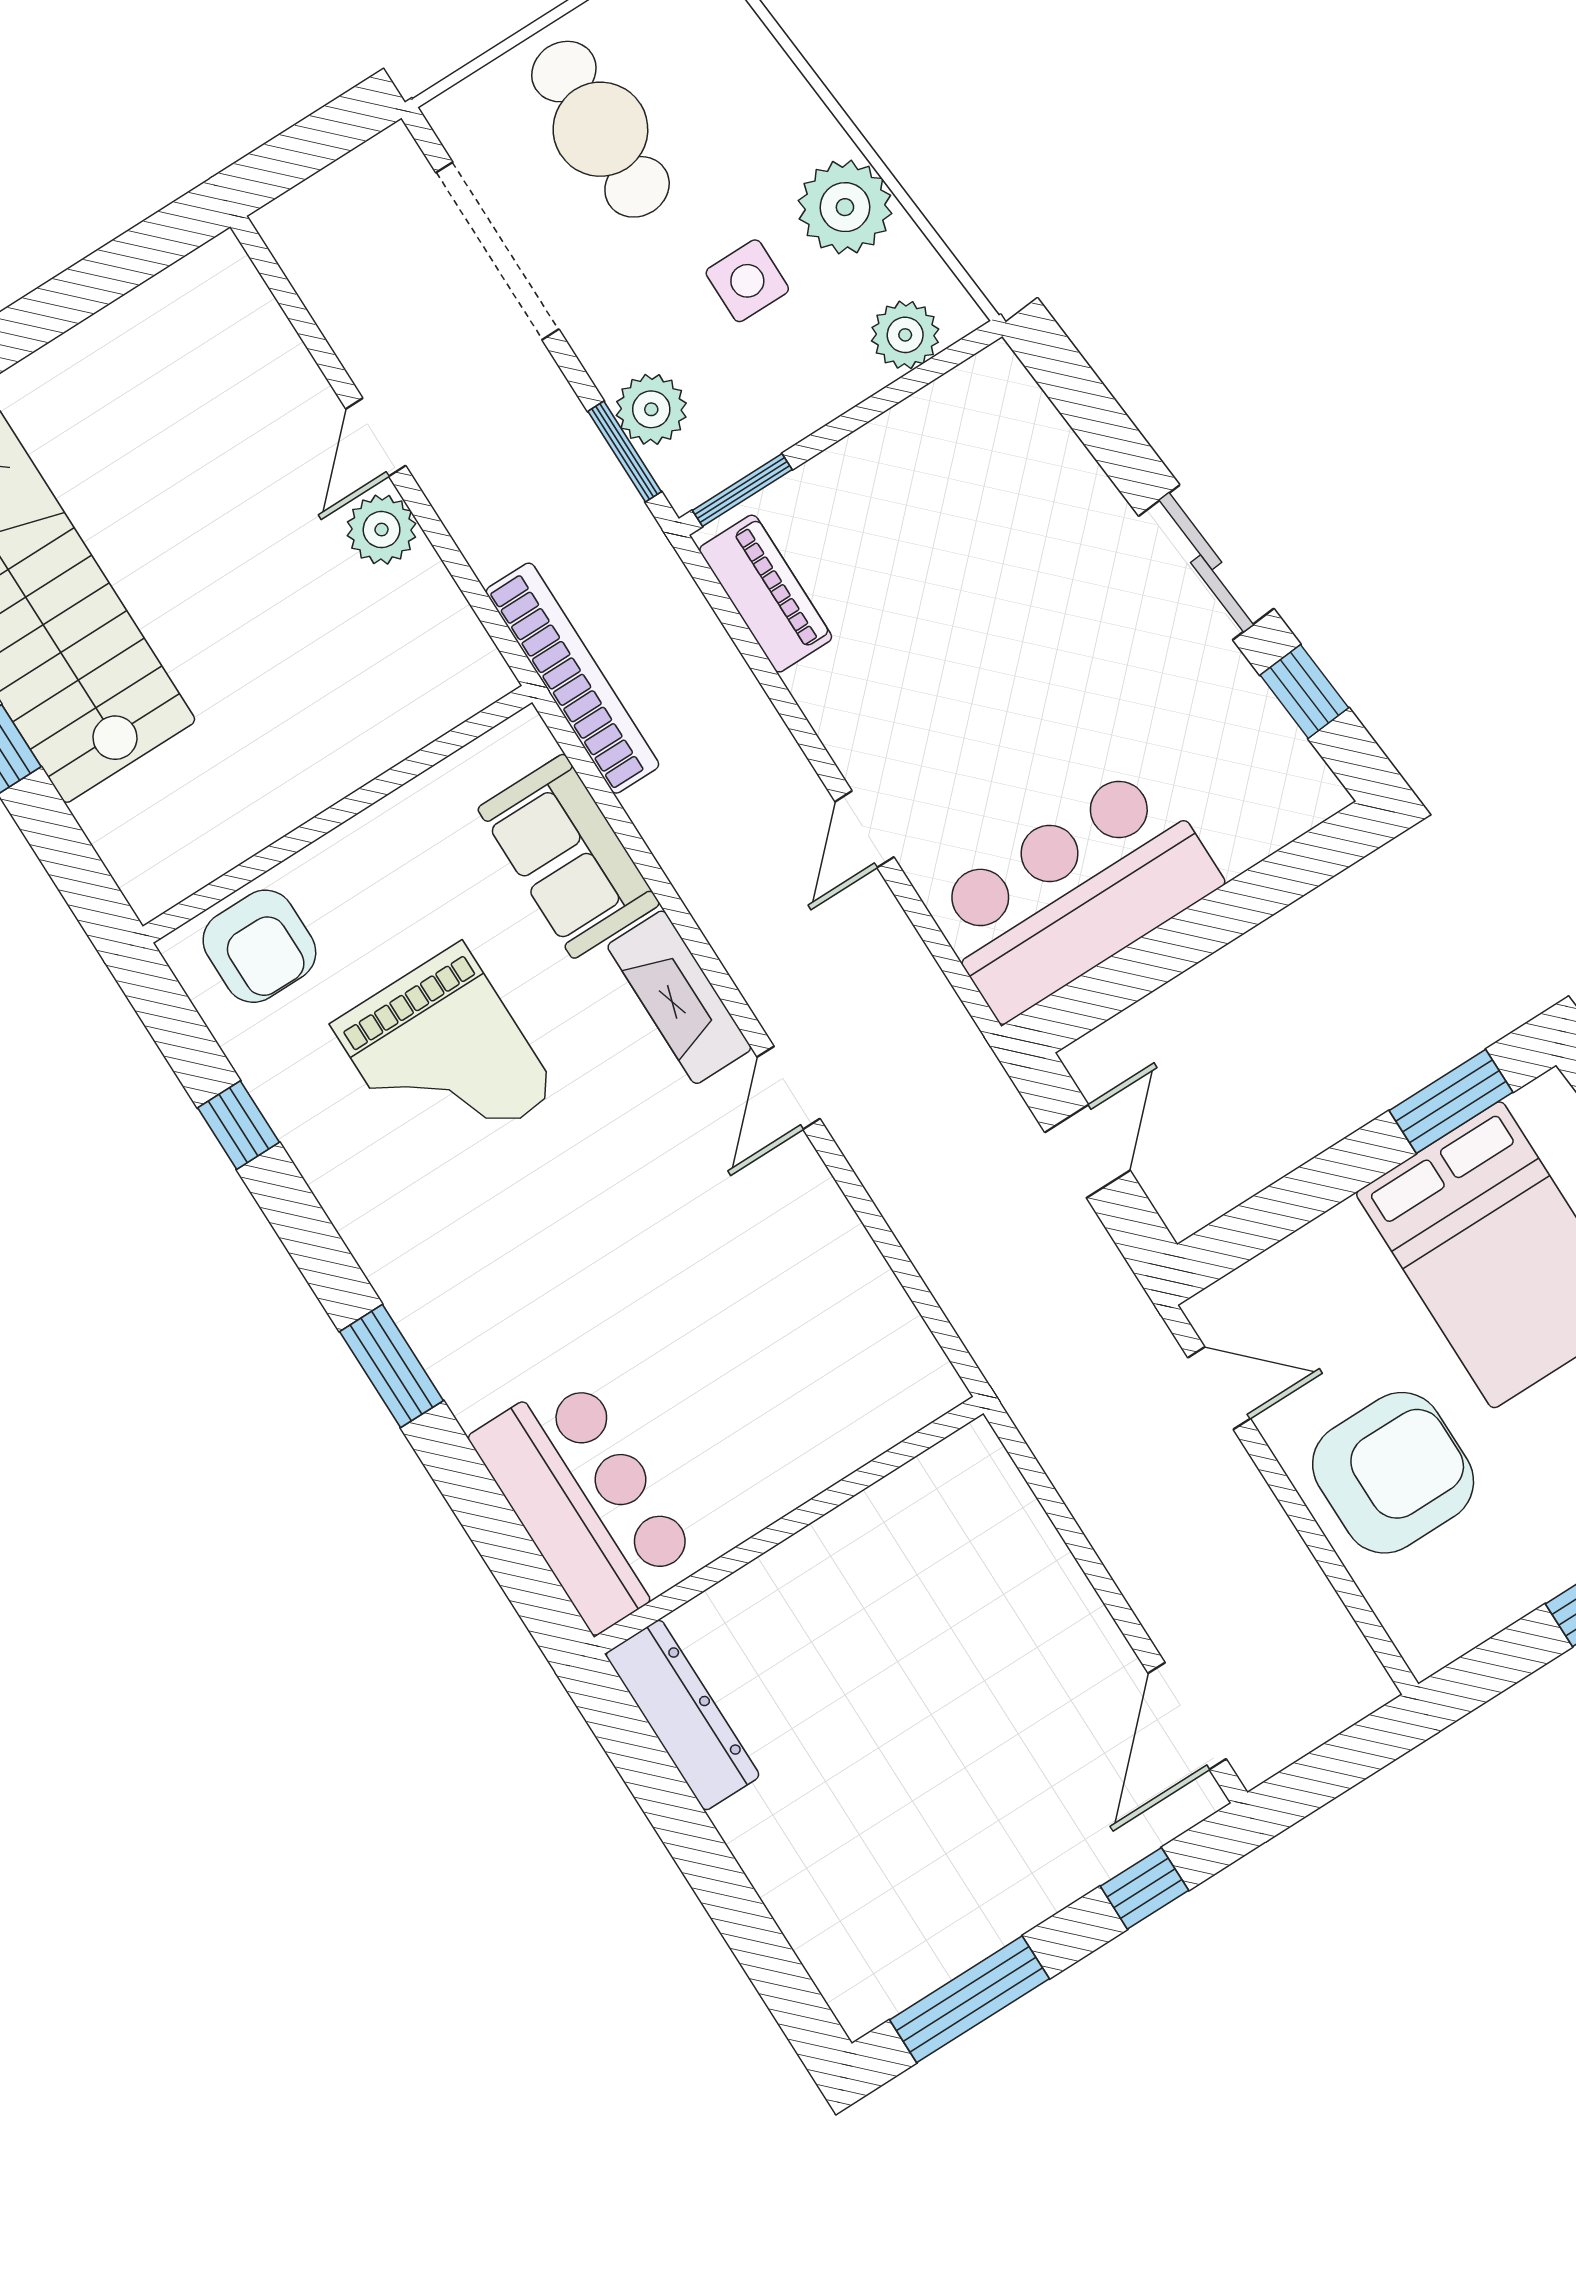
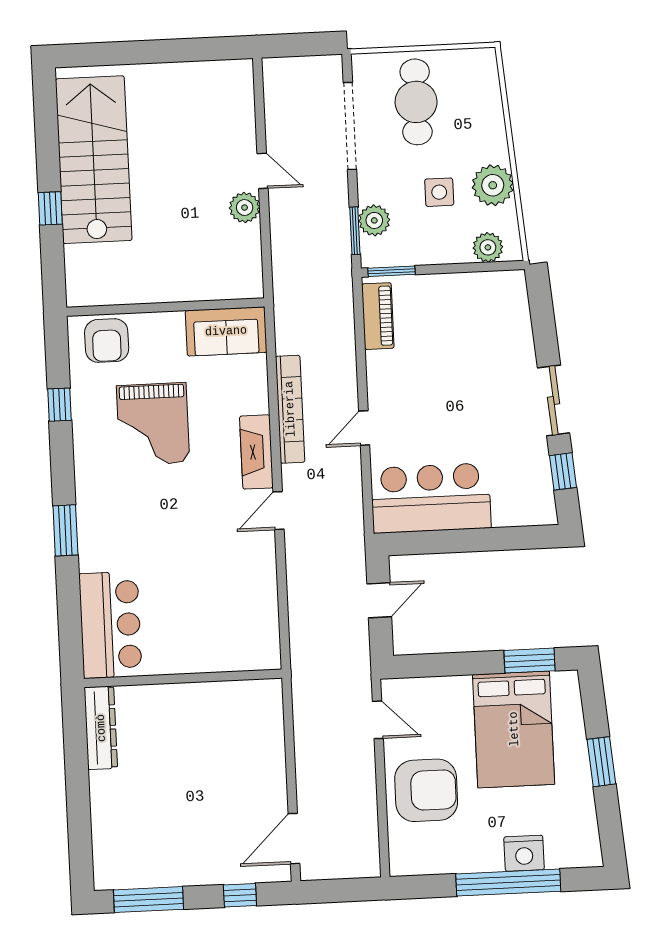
door: (376, 437) -> (262, 171), swing flipped
bookcase: (572, 678) -> (290, 409), moved
sofa: (569, 856) -> (226, 331), moved, turned -90

